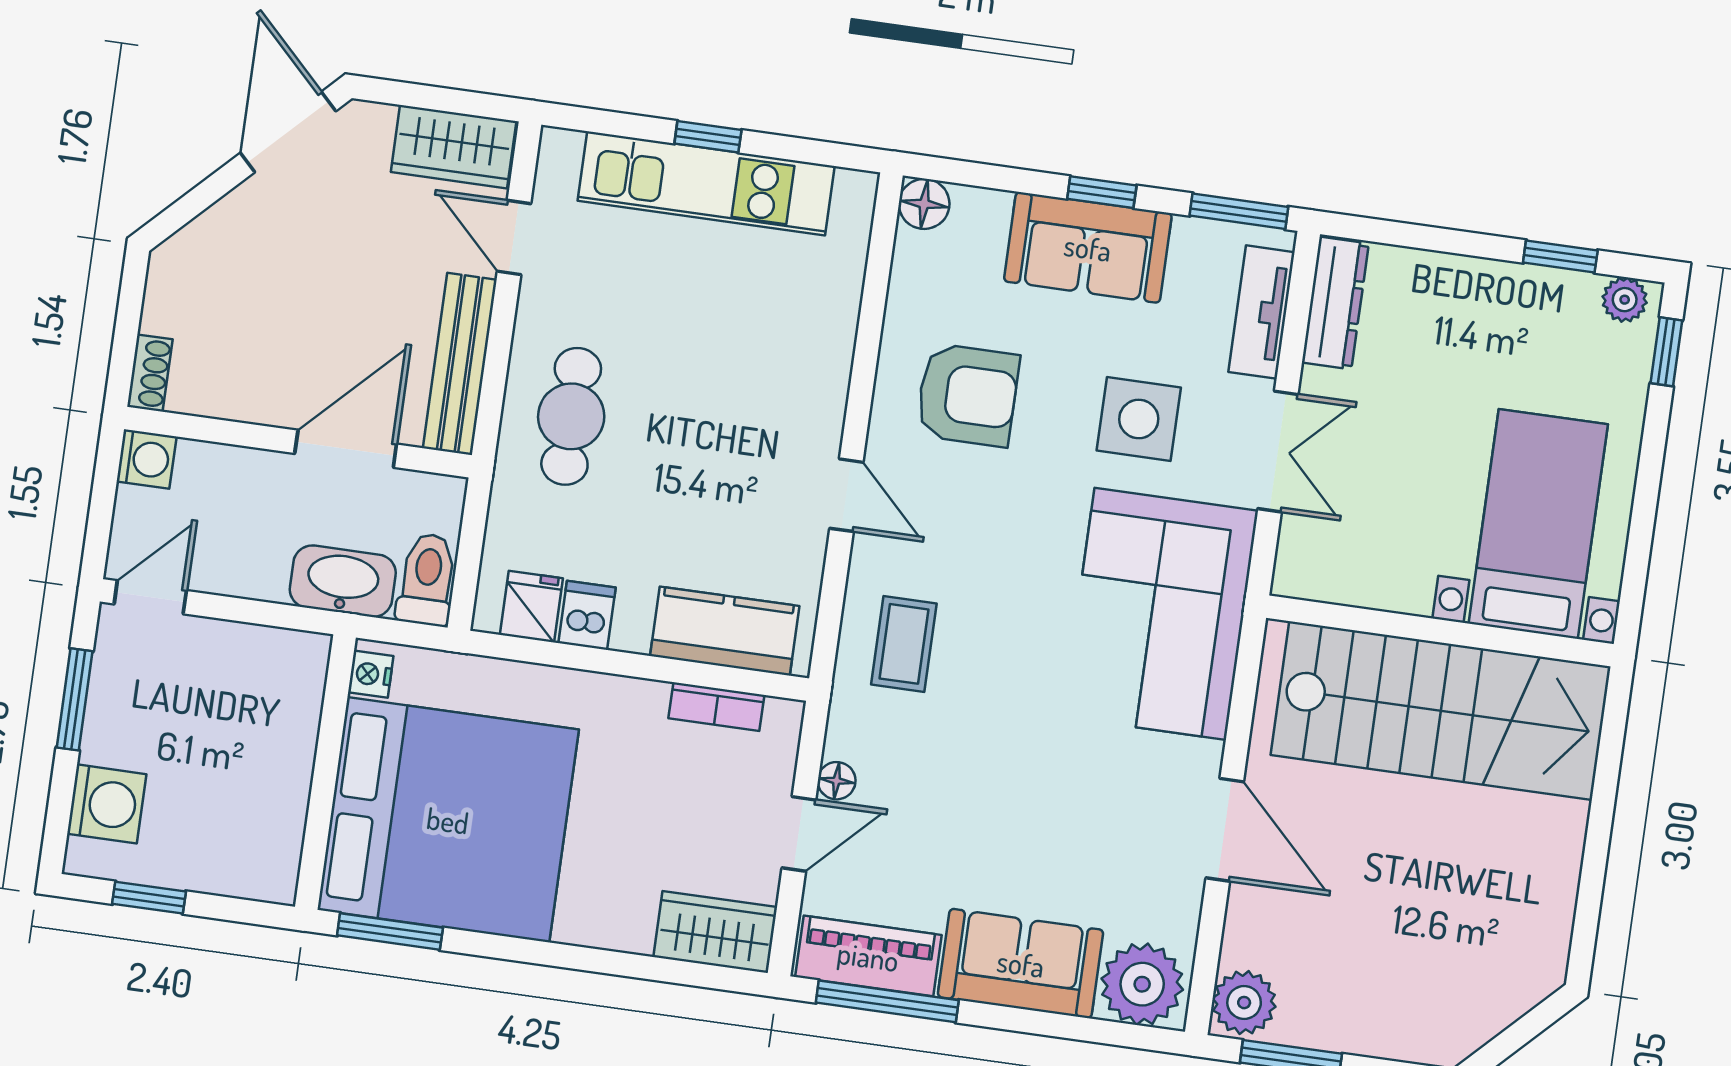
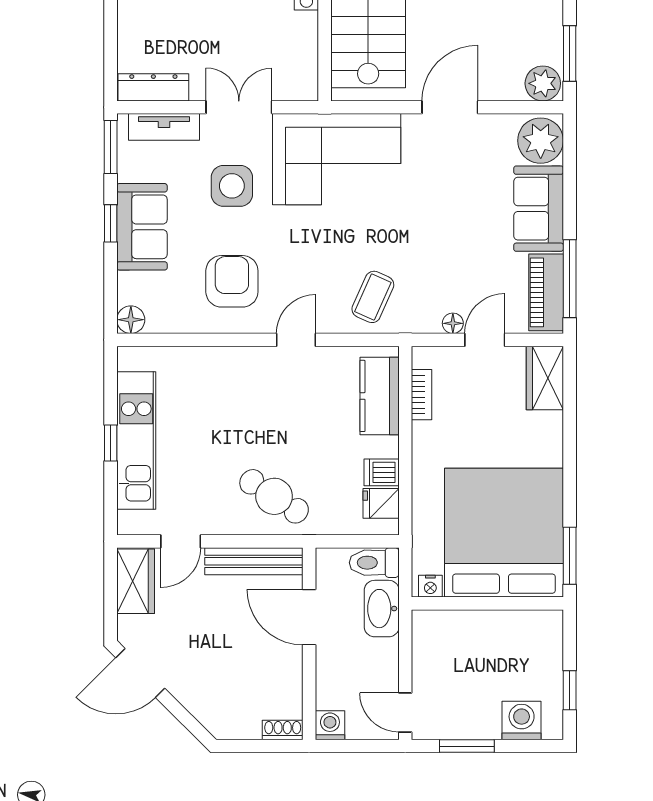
cafe table: (571, 416) -> (274, 496), turned 33
coffee table: (904, 644) -> (373, 297), turned -66
door: (799, 834) -> (485, 340), hinge flipped

